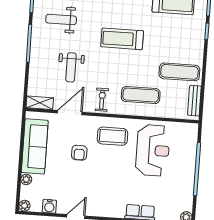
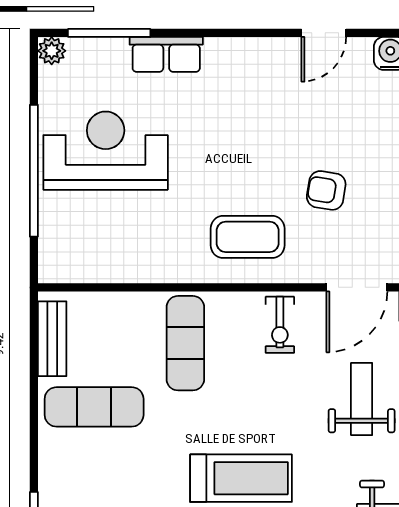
exercise mat: (141, 95) -> (185, 343), turned 90
reception desk: (153, 150) -> (106, 151), moved, turned 90
armchair: (79, 153) -> (326, 190), turned -81

